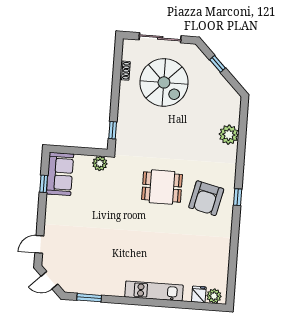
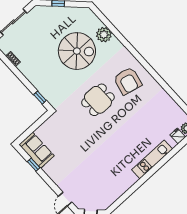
spiral stairs: (164, 82) -> (77, 51), moved
plant: (100, 163) -> (52, 122), removed
window: (238, 197) -> (144, 63), removed
window: (89, 298) -> (122, 199), removed

